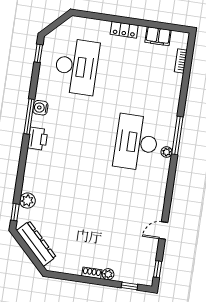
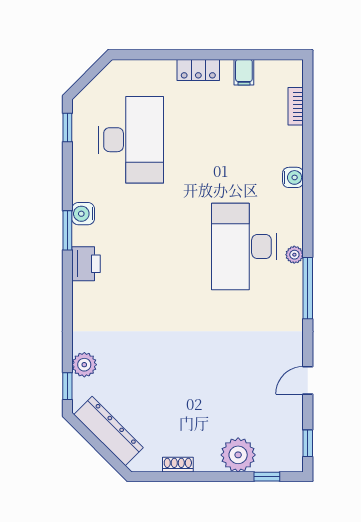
filing cabinet: (158, 36) -> (244, 72), width x0.50
water cooler: (173, 104) -> (293, 177), added
window: (29, 116) -> (67, 230), width x0.69
window: (177, 135) -> (308, 288), moved
shoe rack: (92, 273) -> (178, 465), moved
plant: (108, 274) -> (238, 455), width x1.87, depth x1.87

